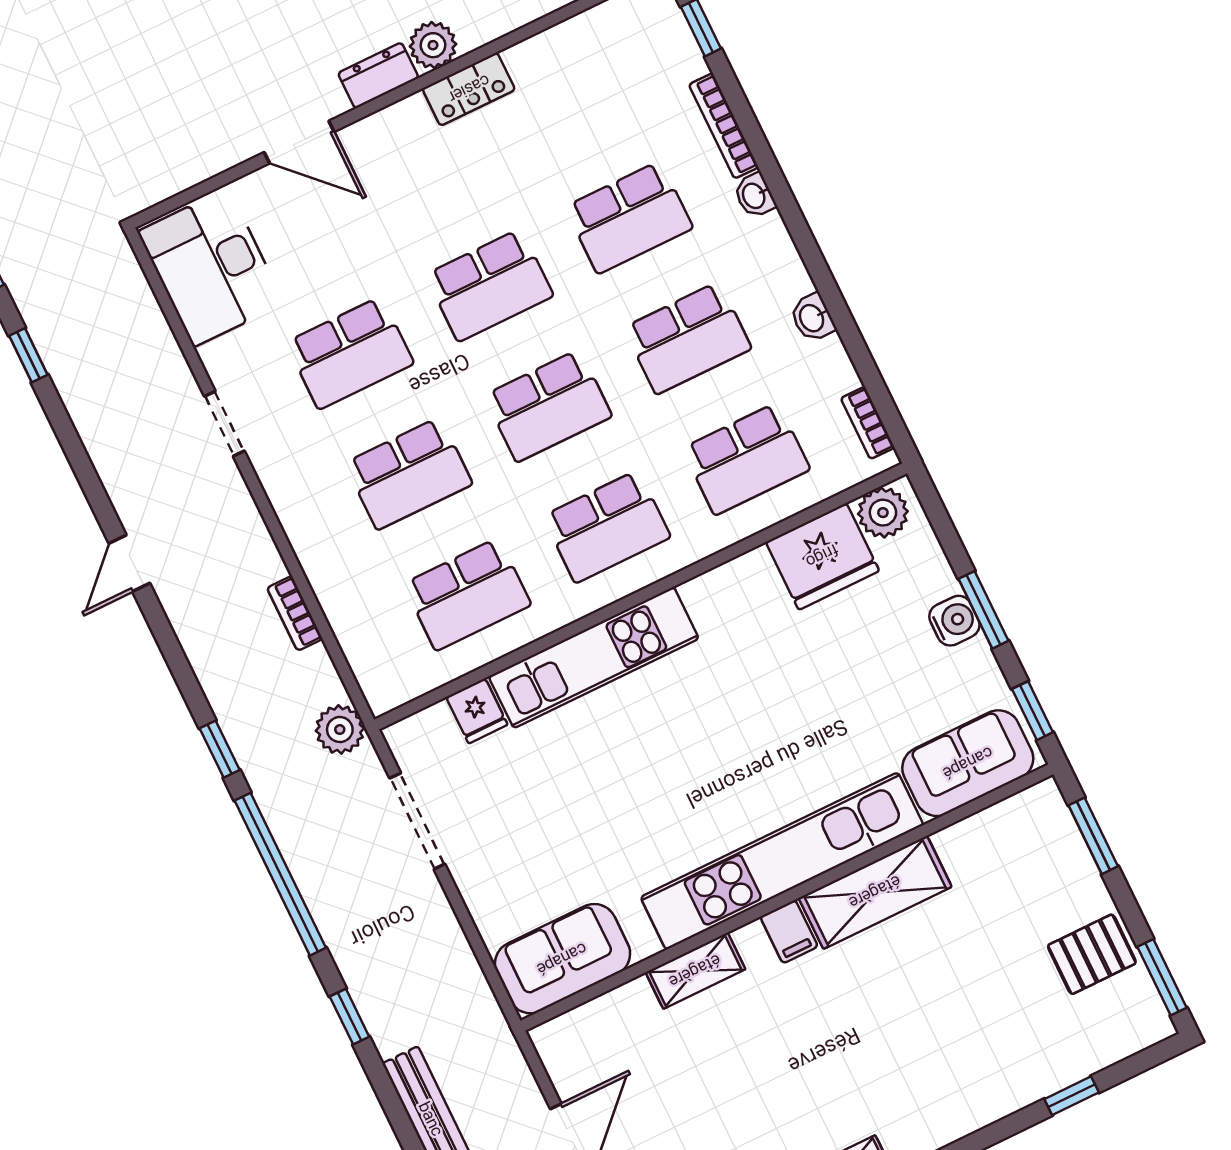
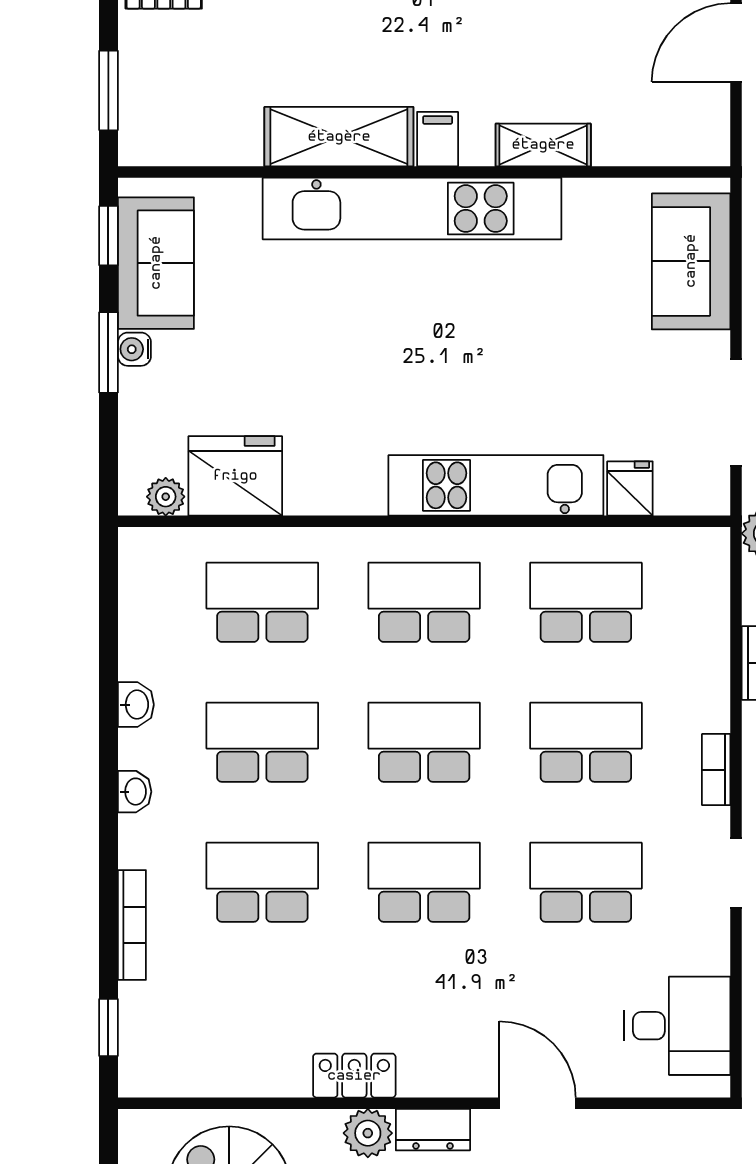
washbasin: (755, 195) -> (135, 792), moved
desk: (211, 268) -> (677, 1026), width x0.73
bookcase: (868, 423) -> (716, 770), moved, turned 180
plant: (883, 513) -> (166, 497), width x0.73, depth x0.73
water cooler: (954, 621) -> (134, 349), width x0.72, depth x0.72
sofa: (968, 763) -> (156, 263), moved, turned -90
sofa: (562, 959) -> (691, 261), moved, turned 90

